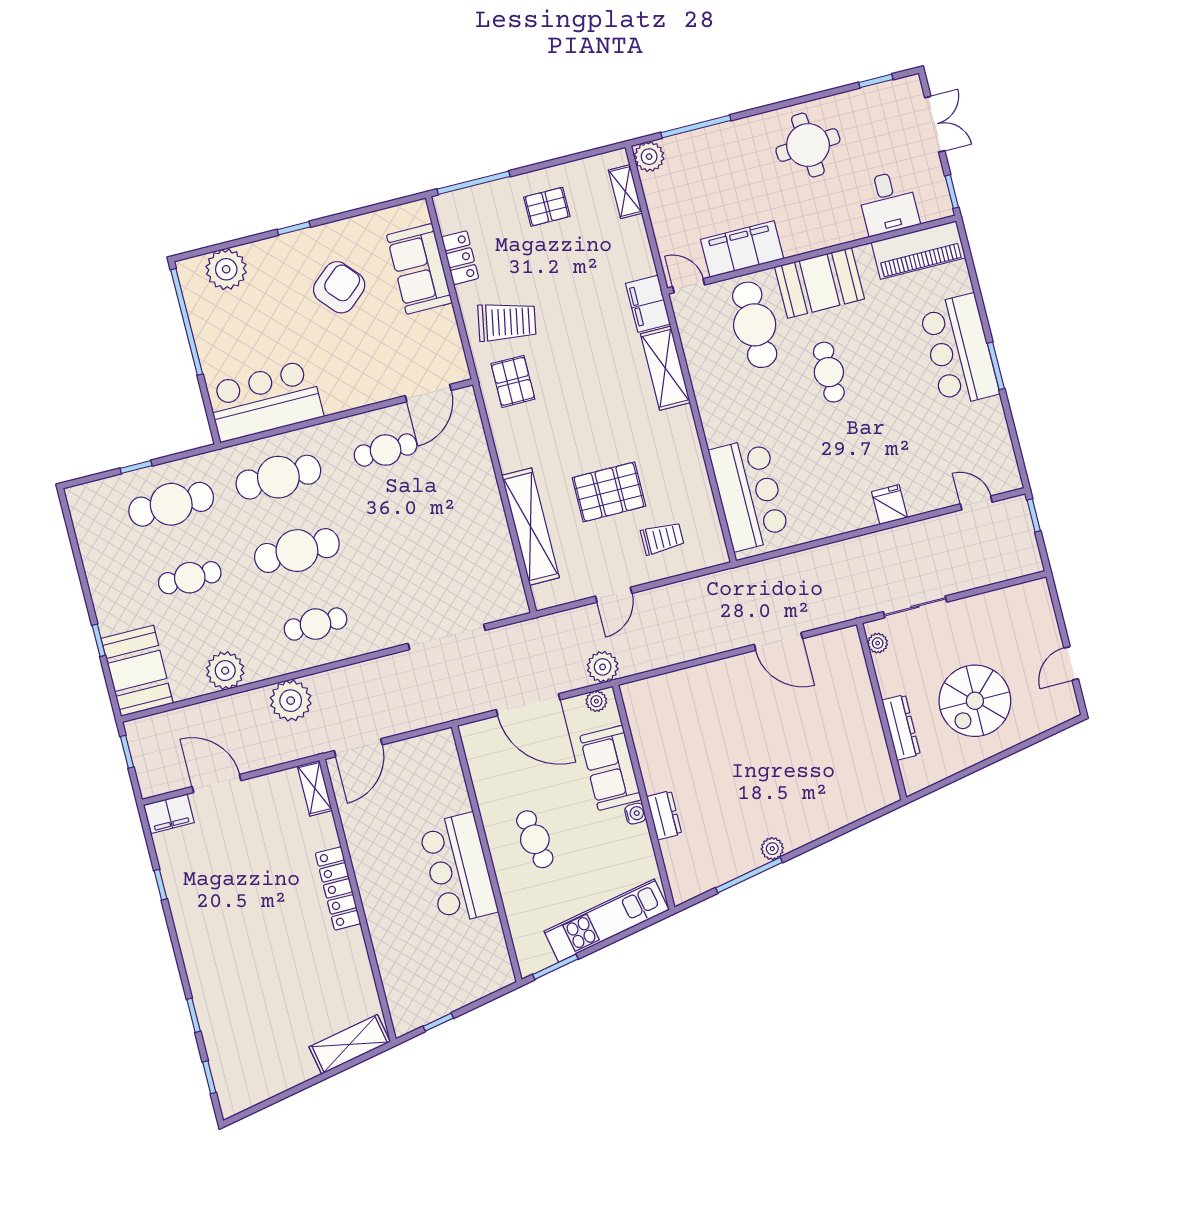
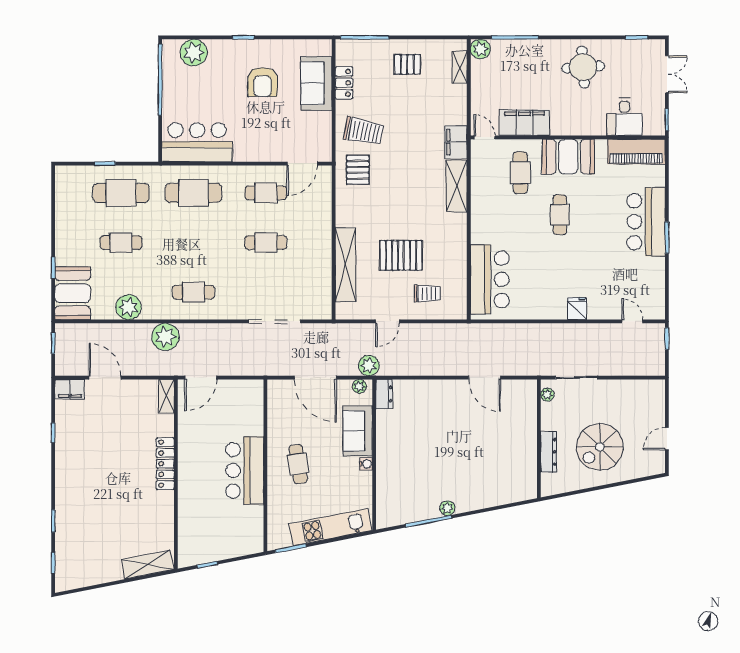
armchair: (339, 287) -> (263, 82), turned 131
cafe table: (755, 325) -> (520, 173), width x0.73, depth x0.74
cafe table: (297, 551) -> (266, 243), moved, width x0.73, depth x0.74
dresser: (664, 815) -> (384, 394), moved

